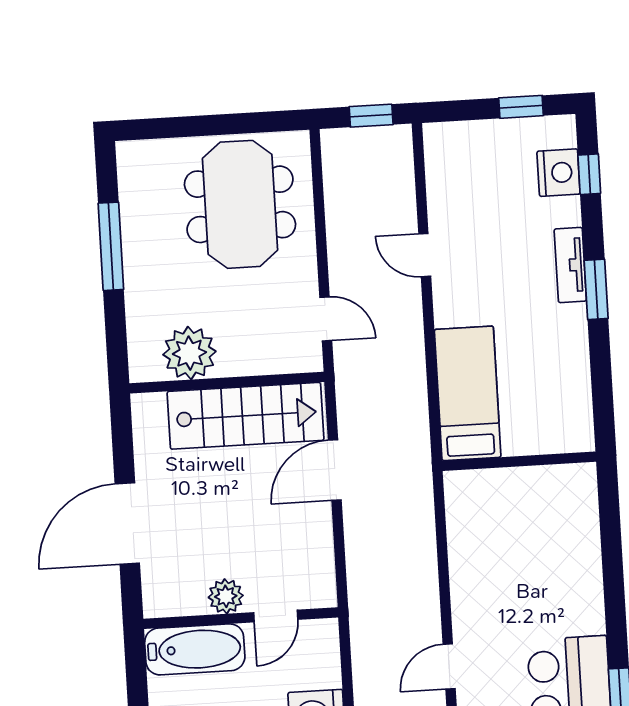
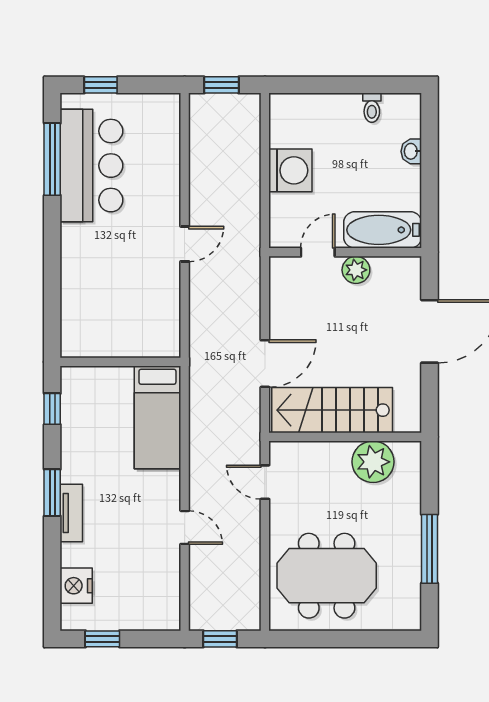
window: (589, 174) -> (52, 409), moved
meeting table: (240, 204) -> (327, 576), turned 90
door: (449, 666) -> (185, 244), moved

